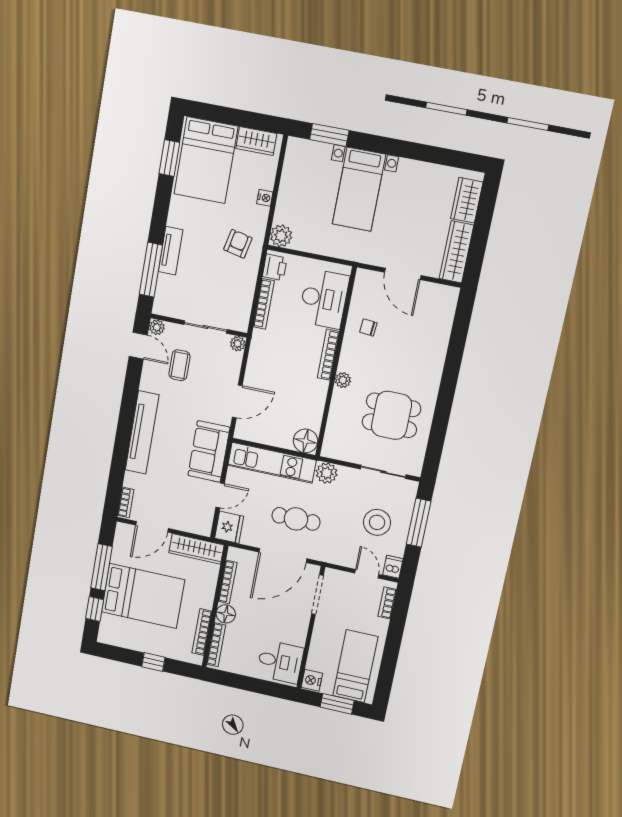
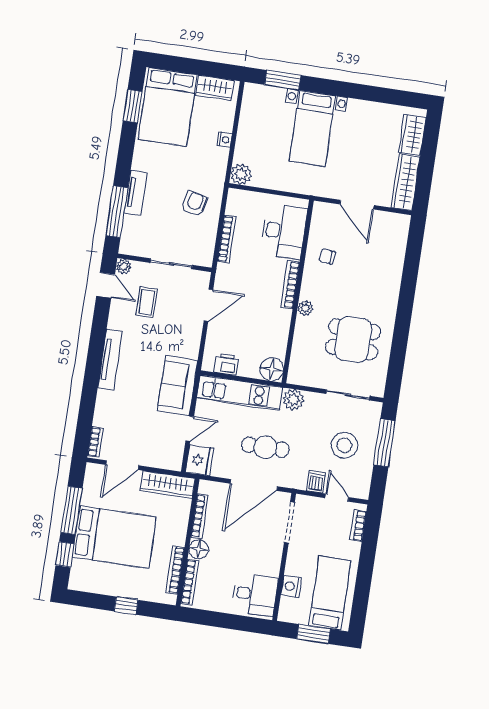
armchair: (238, 244) -> (194, 204), moved
printer: (275, 267) -> (226, 364), moved, turned -90
plant: (238, 344) -> (203, 278), removed
door: (237, 401) -> (208, 305), moved
tv unit: (142, 432) -> (110, 360), width x0.73, depth x0.78
dishwasher: (393, 567) -> (316, 482), moved
nightstand: (312, 680) -> (291, 586), moved

